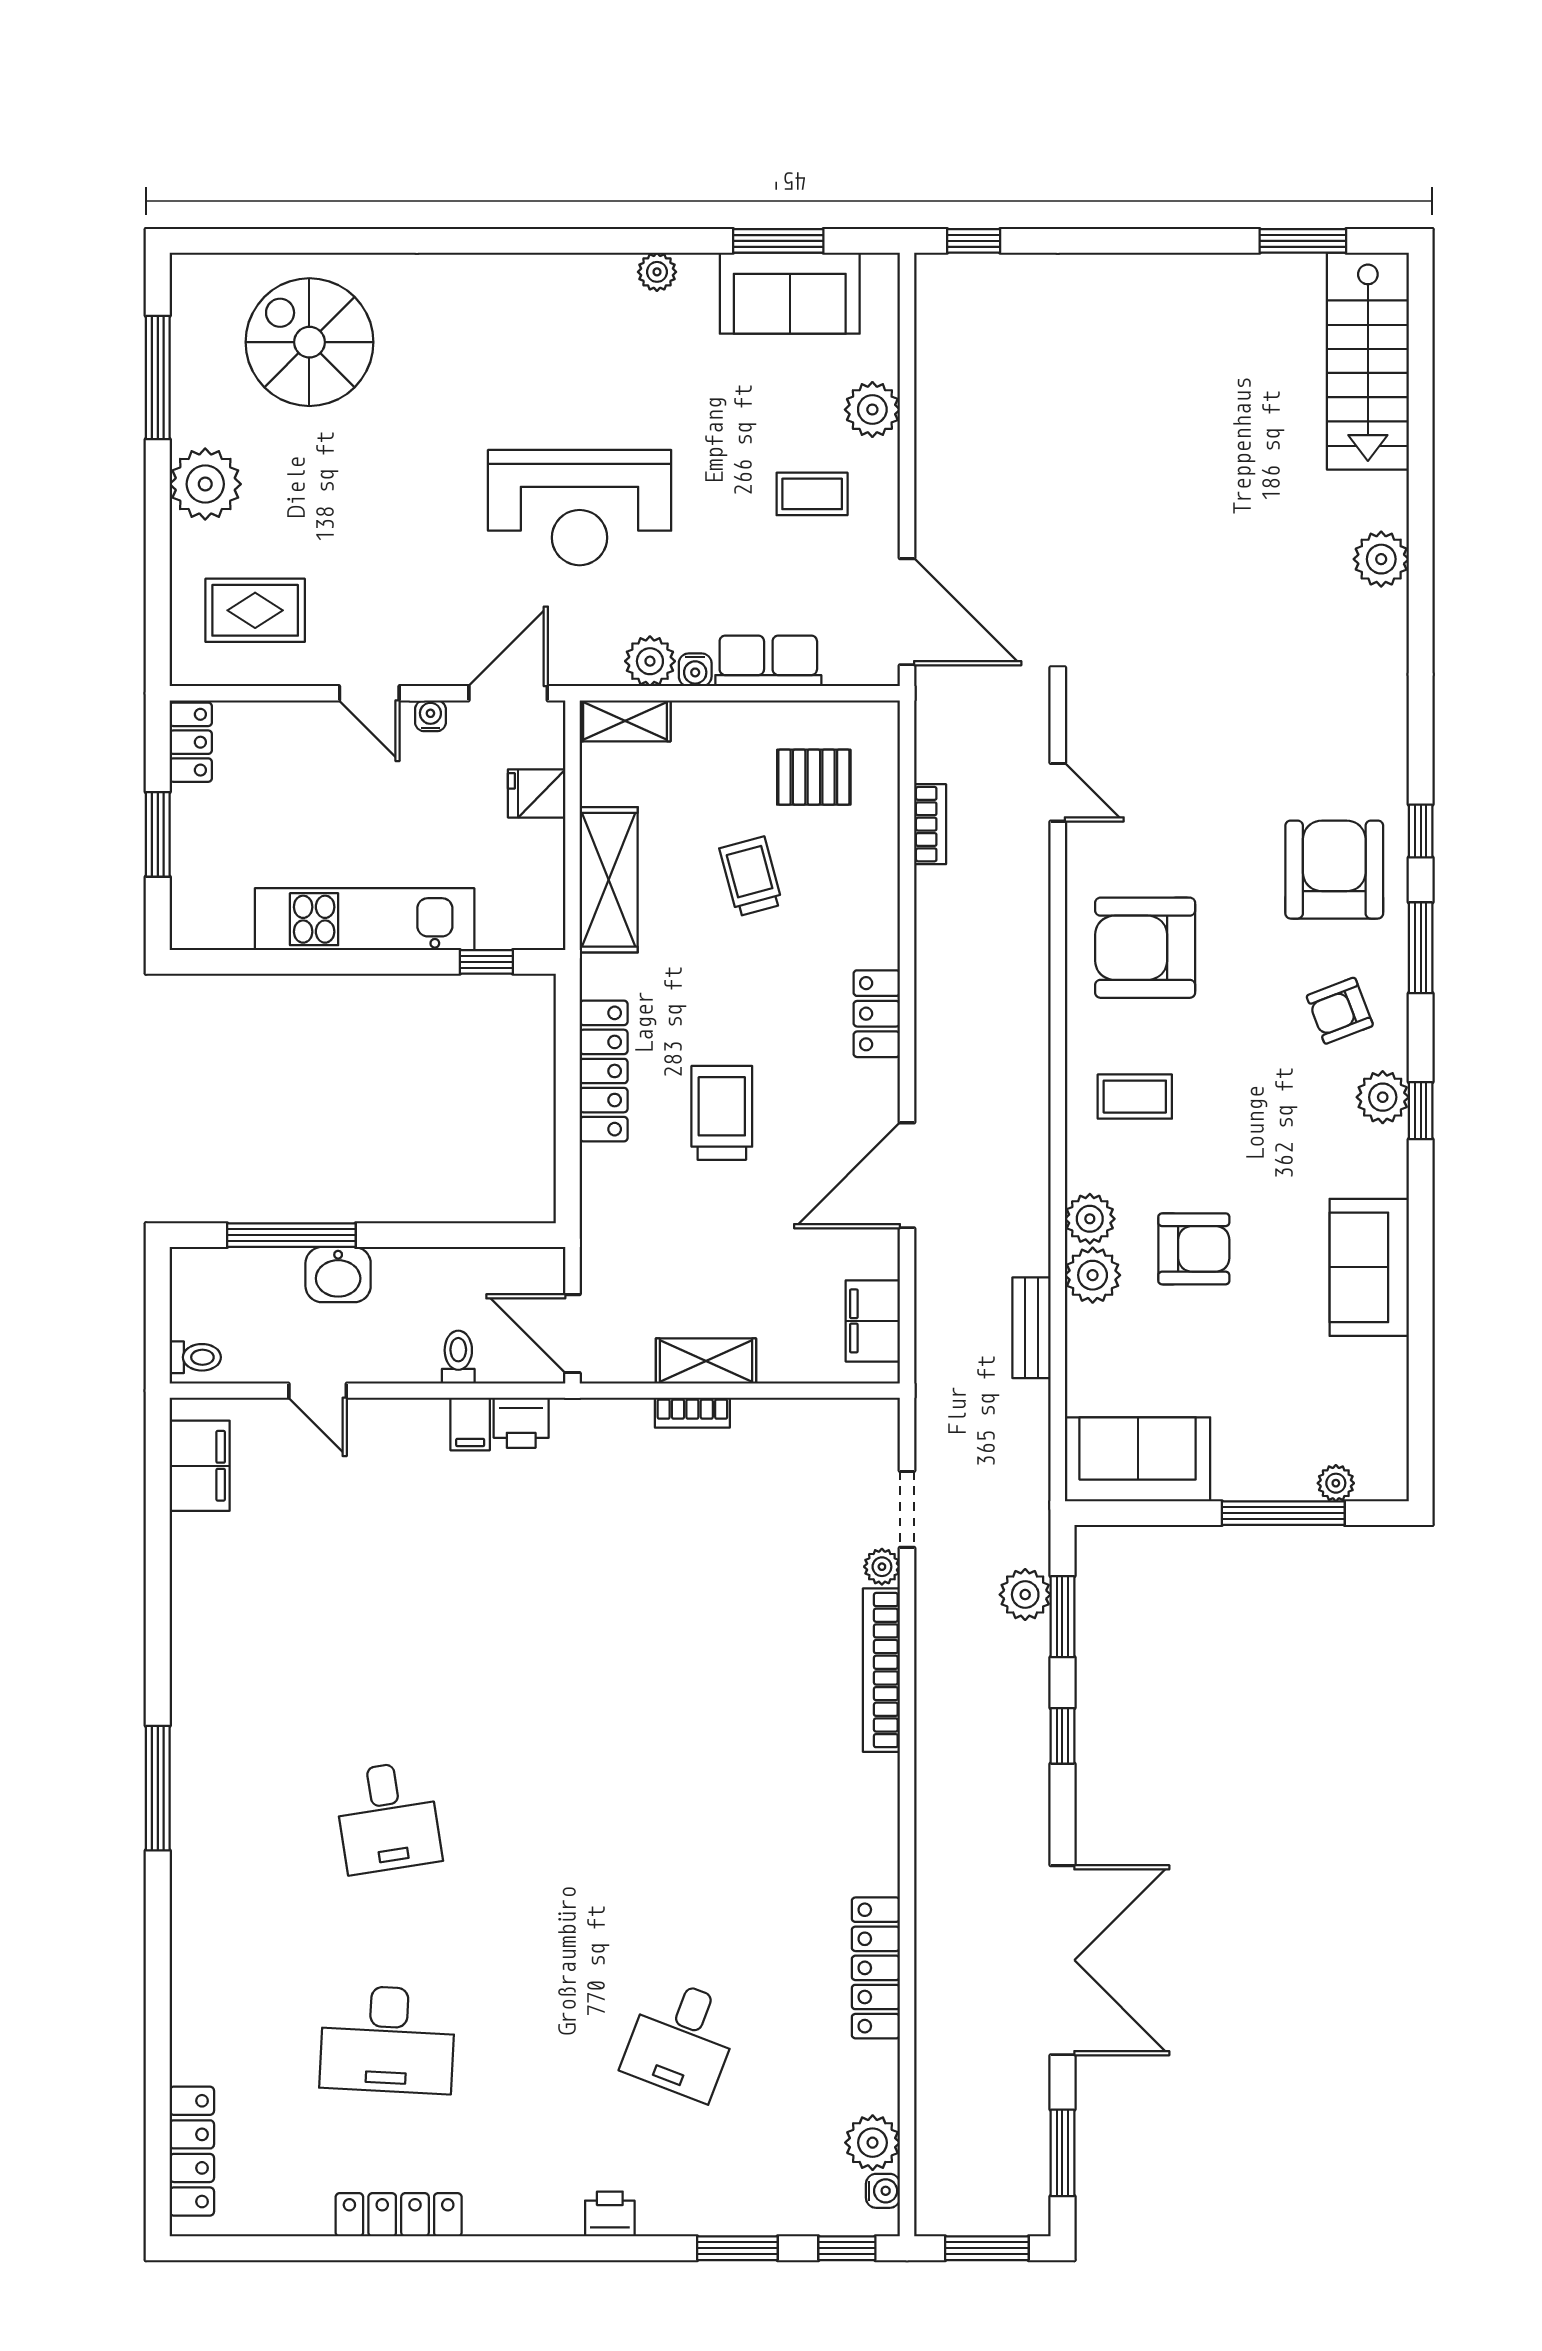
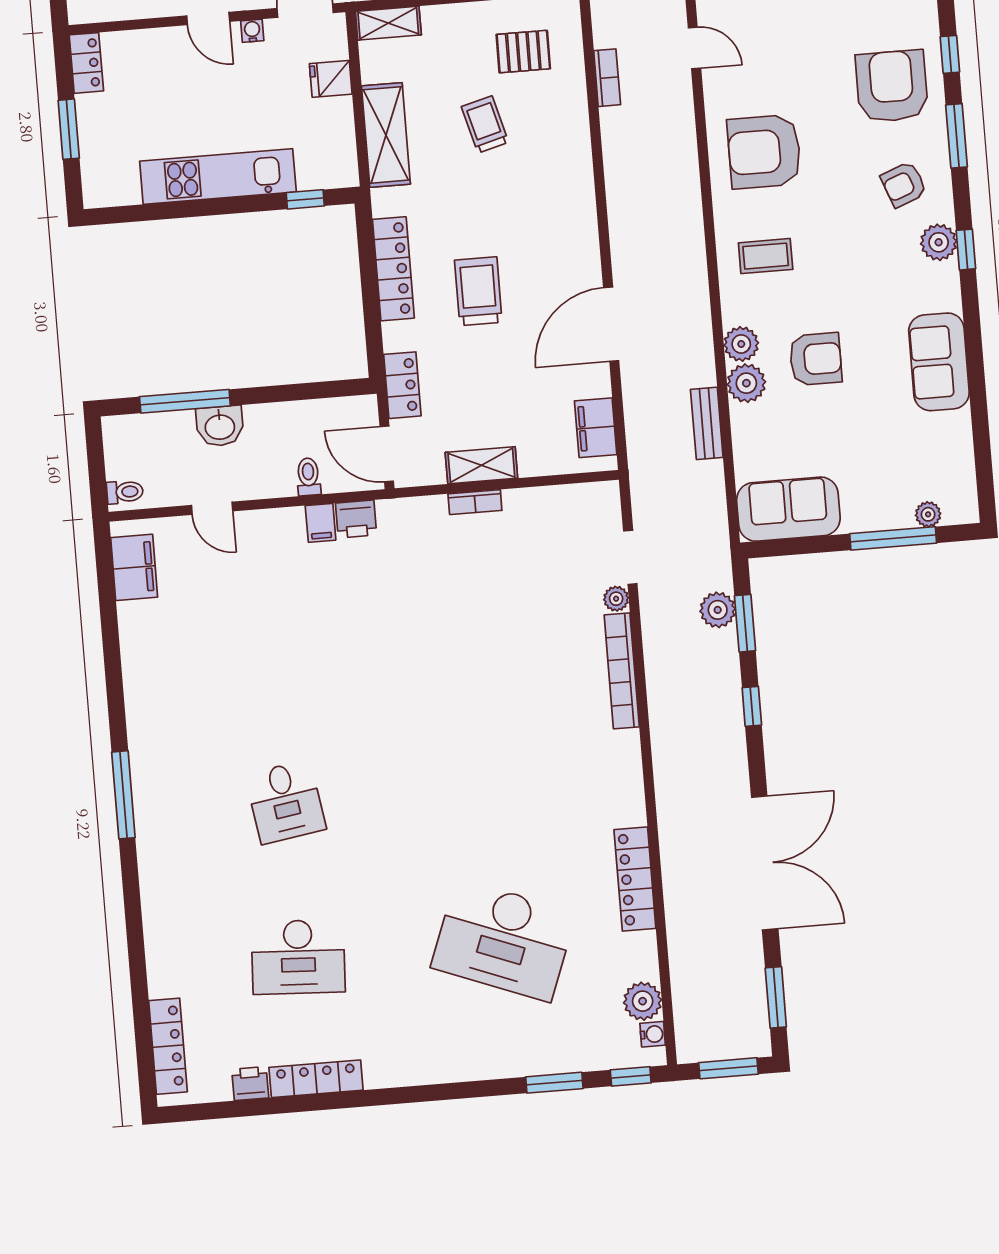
locker: (877, 1014) -> (402, 385), moved, turned 180
desk: (682, 2039) -> (504, 940), width x1.87, depth x1.30
printer: (610, 2214) -> (250, 1084), moved

